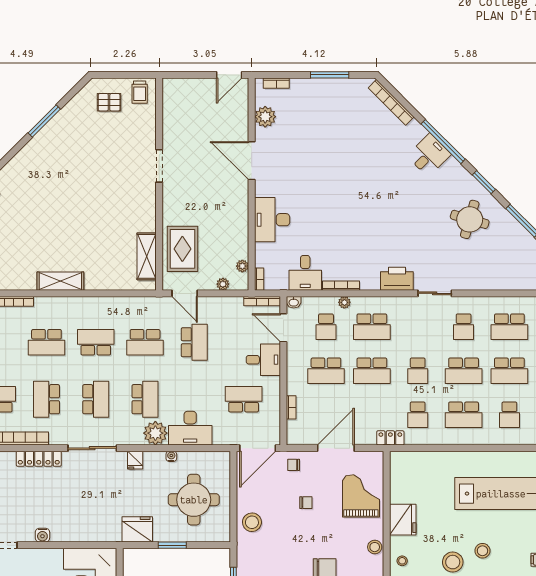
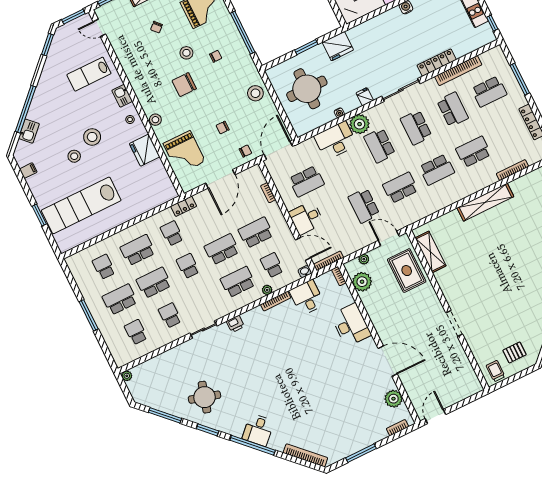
plant: (242, 266) -> (362, 282), width x1.87, depth x1.87
printer: (397, 279) -> (235, 324), width x0.53, depth x0.68
shelving: (60, 281) -> (485, 202), width x1.47
school desk: (509, 327) -> (136, 332), width x0.54

